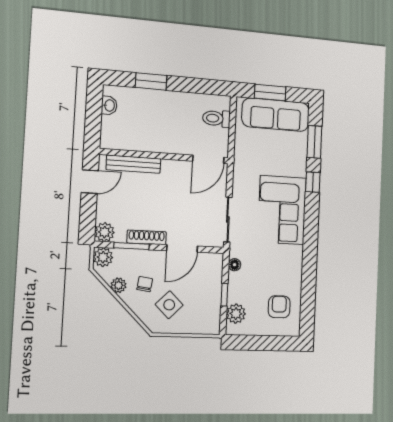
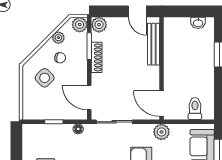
door: (182, 248) -> (89, 97), moved
plant: (236, 314) -> (161, 132), moved

